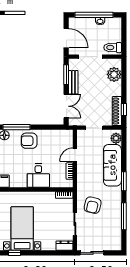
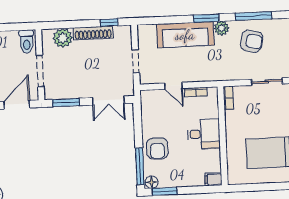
bench: (73, 82) -> (76, 92), removed
double door: (66, 106) -> (108, 101), swing flipped
shoe rack: (117, 111) -> (93, 33), moved
plant: (116, 138) -> (222, 28), moved
armchair: (93, 205) -> (252, 41), moved

